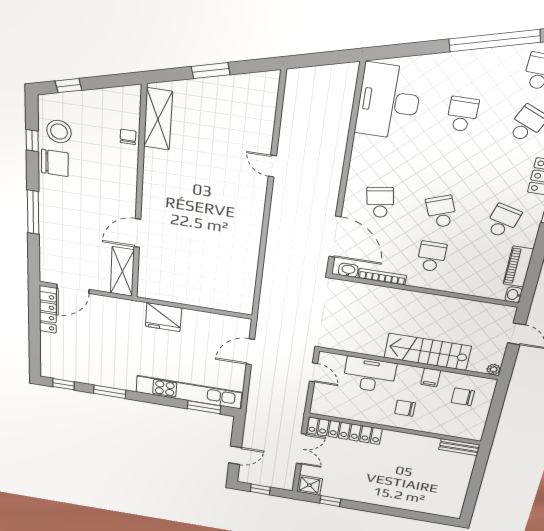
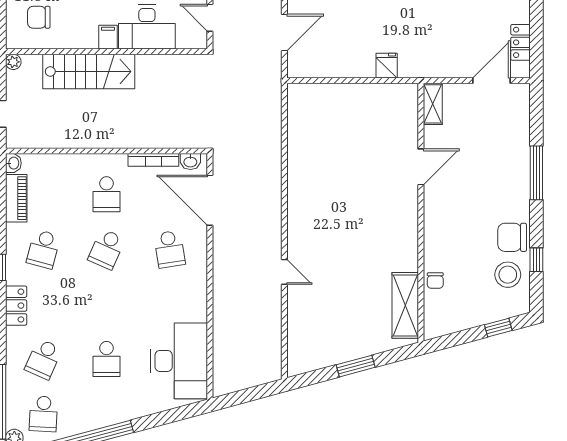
school desk: (441, 212) -> (107, 249), turned 45
shelving: (122, 272) -> (433, 104), width x0.67, depth x0.75
locker: (48, 312) -> (520, 42), width x0.66
fridge: (164, 317) -> (387, 66), width x0.53, depth x0.75
filing cabinet: (431, 377) -> (108, 37), moved
chair: (463, 397) -> (39, 17), turned 180

